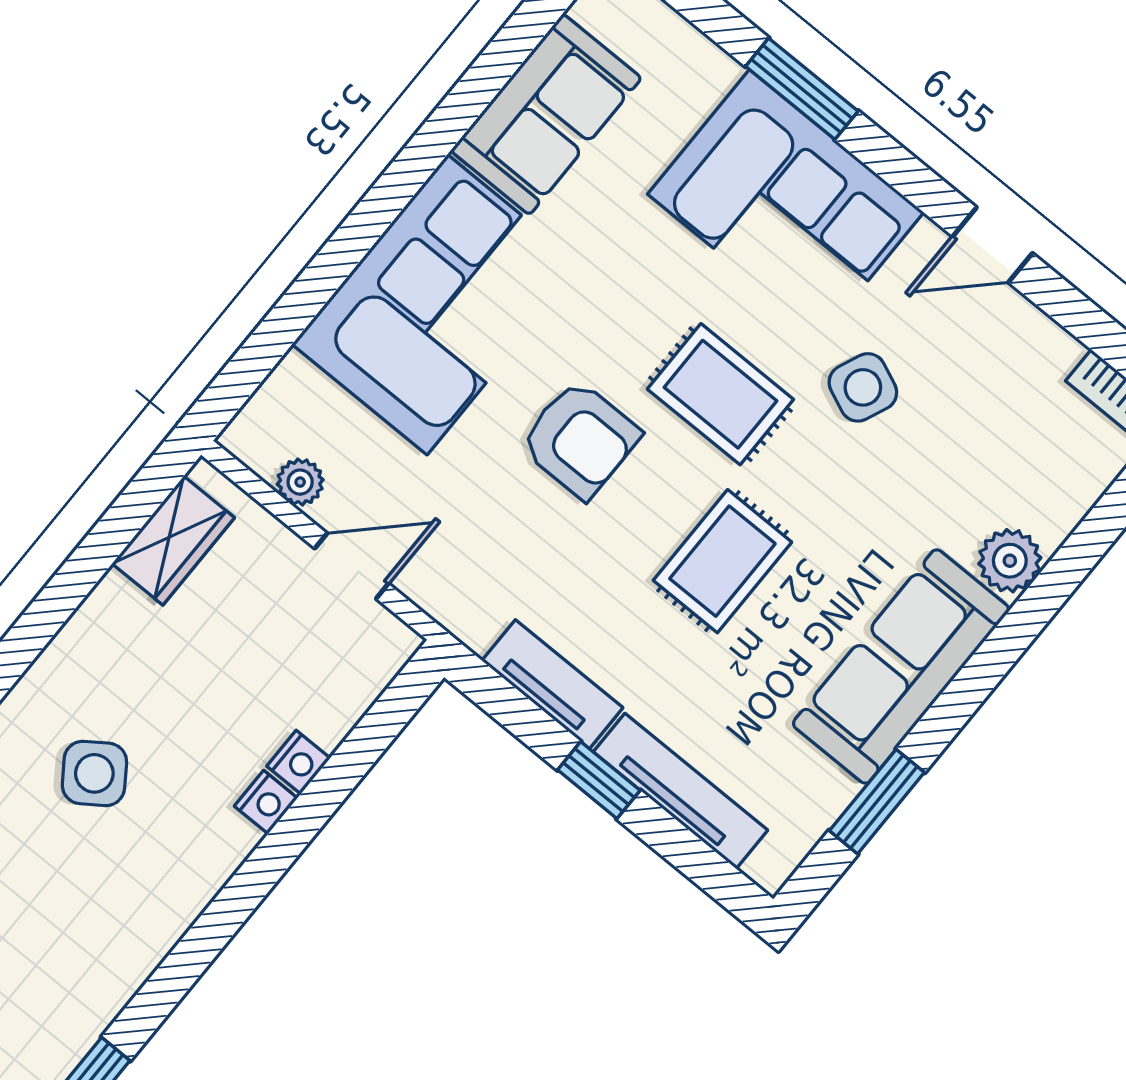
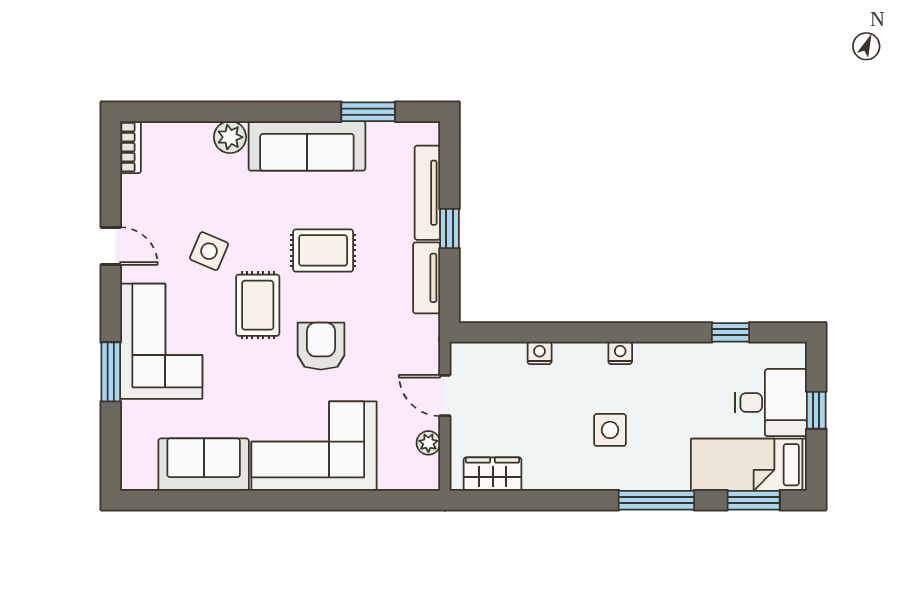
side table: (94, 773) -> (610, 430), turned 35
nightstand: (266, 802) -> (620, 353), moved

